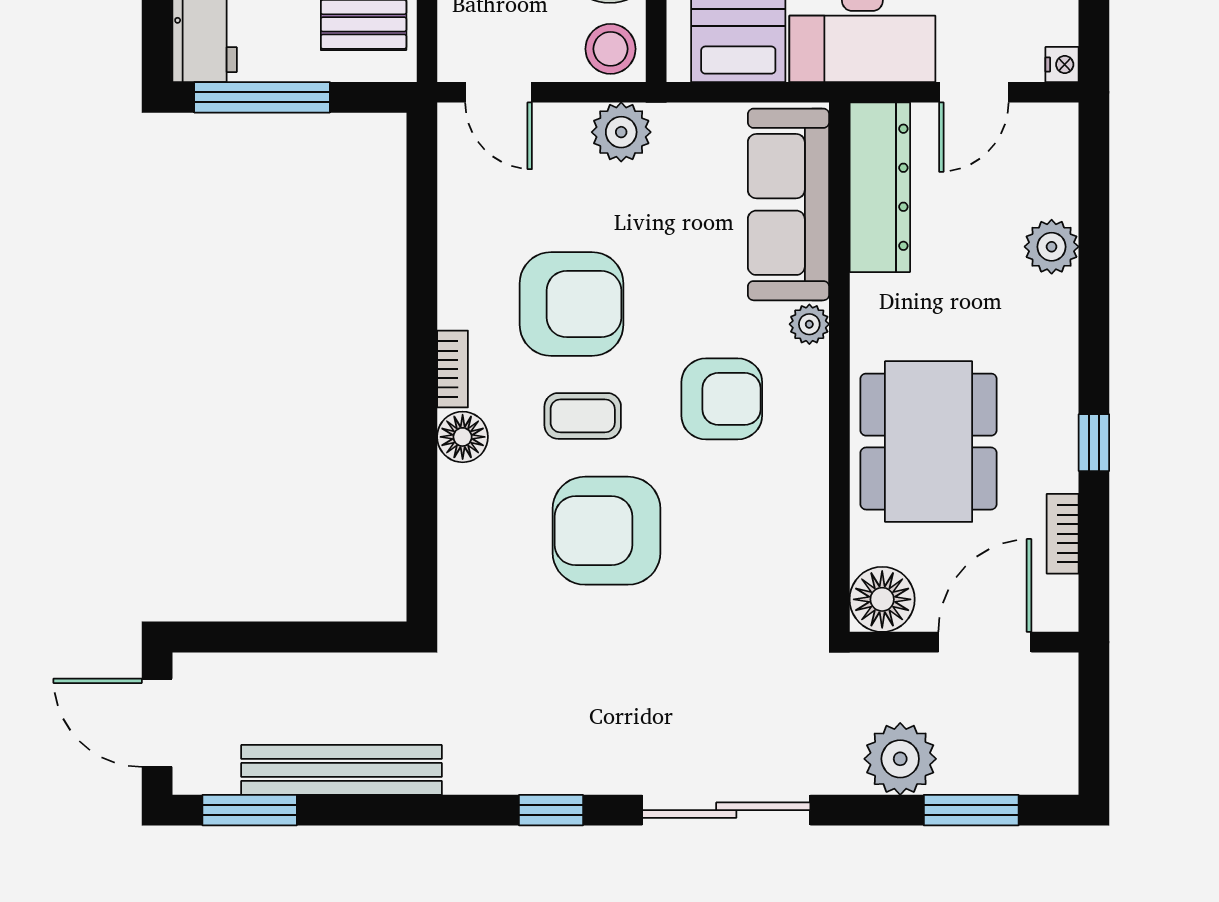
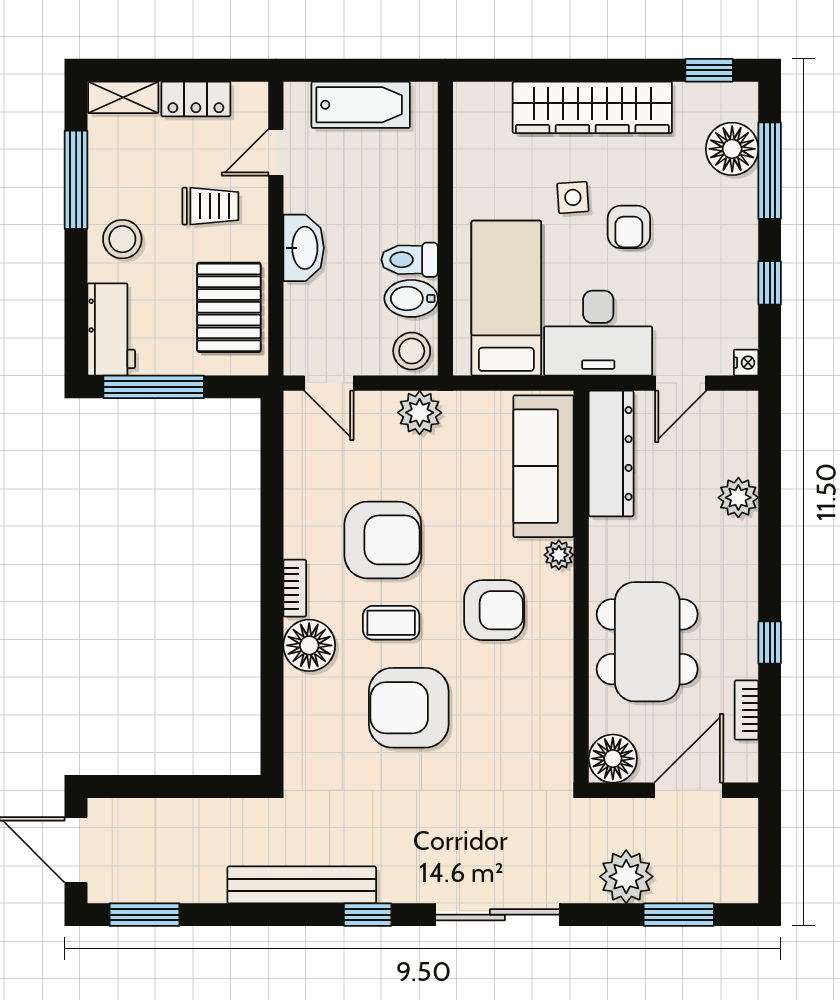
floor lamp: (463, 437) -> (309, 645), width x1.38, depth x1.38
bench: (342, 770) -> (302, 885), moved

